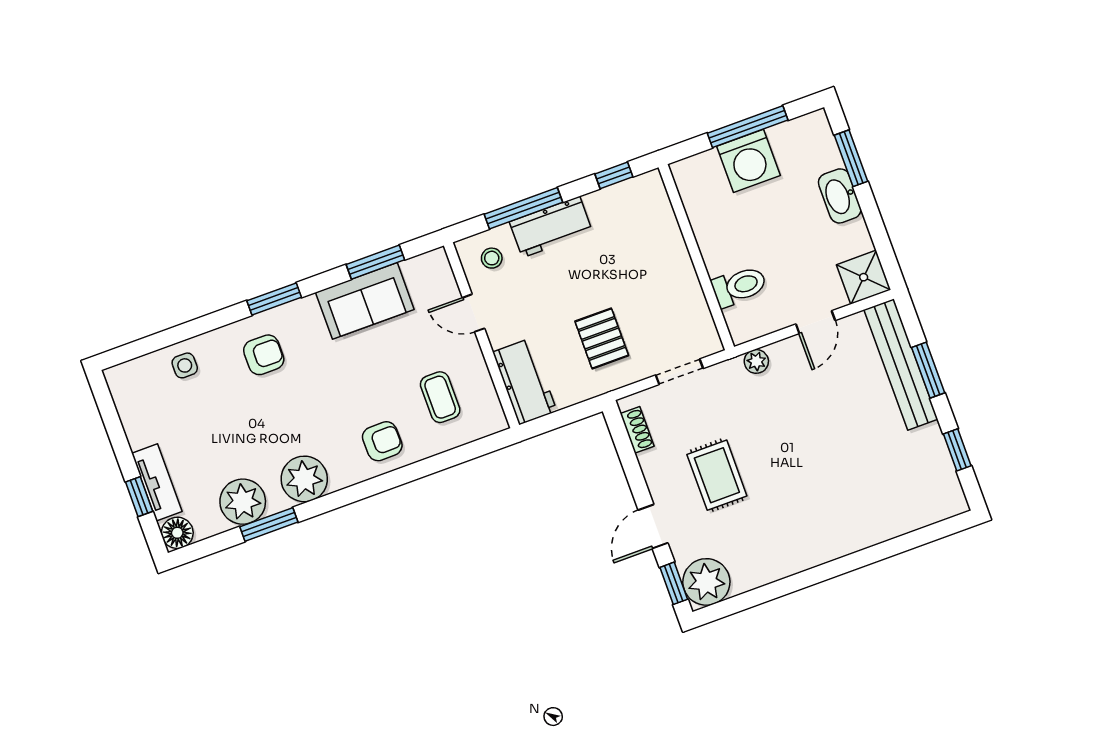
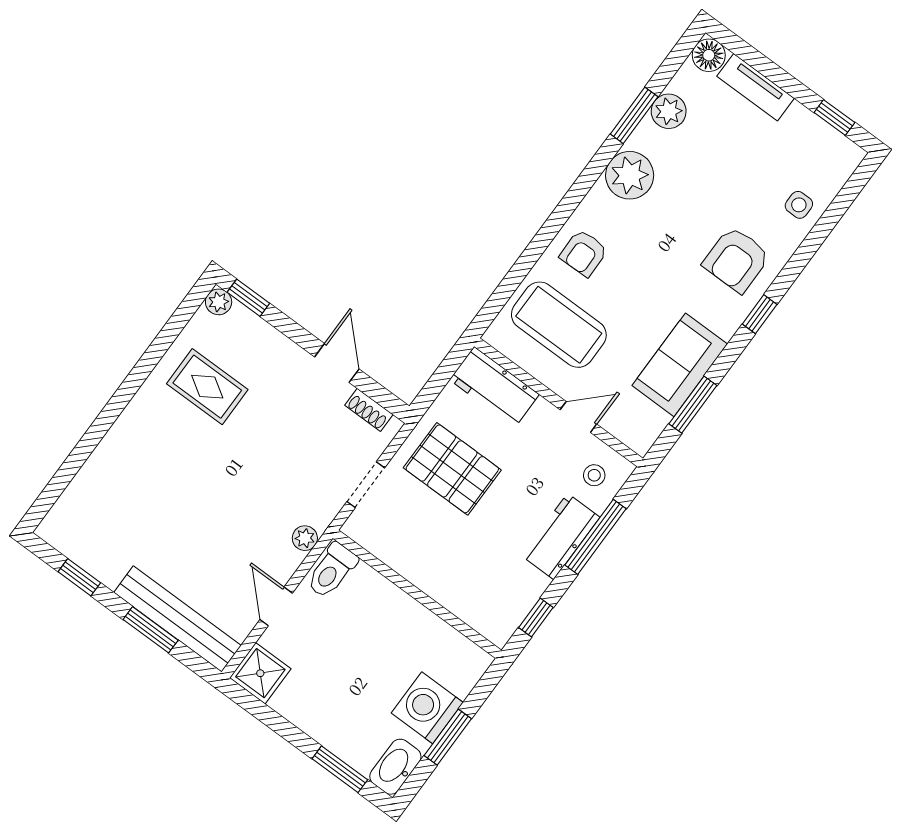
window: (748, 127) -> (448, 737), width x0.69
washbasin: (840, 196) -> (395, 767), moved, turned -90
toilet: (739, 286) -> (332, 571), moved
window: (274, 299) -> (760, 314), width x0.67
pallet: (602, 338) -> (452, 469), width x1.50, depth x1.42
armchair: (264, 355) -> (736, 260), width x1.38, depth x1.38
coffee table: (440, 397) -> (559, 325), width x1.86, depth x1.72
rug: (717, 475) -> (207, 387), moved
window: (139, 497) -> (834, 118), moved
plant: (243, 502) -> (669, 111), width x0.73, depth x0.73
door: (653, 527) -> (337, 363), moved
plant: (706, 582) -> (219, 302), width x0.53, depth x0.53

